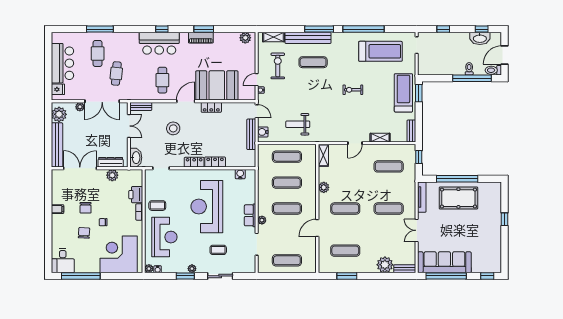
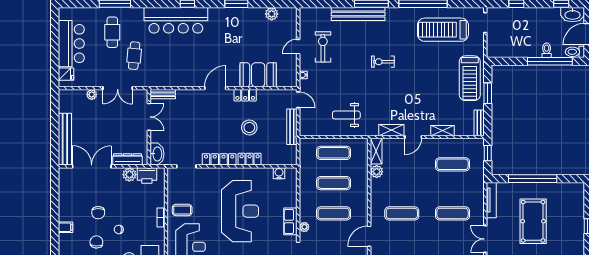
shelving: (273, 37) -> (391, 130), moved
piano: (201, 38) -> (233, 14), removed
plant: (245, 38) -> (272, 14), moved
washbasin: (480, 38) -> (573, 15), moved
bar counter: (159, 43) -> (176, 20), width x1.36
treadmill: (380, 51) -> (443, 30), turned 180
exercise mat: (313, 62) -> (364, 42), removed
cafe table: (162, 80) -> (188, 63), removed
door: (257, 80) -> (298, 47), moved
booth: (217, 85) -> (258, 75), width x0.73, depth x0.70
exercise bike: (353, 90) -> (383, 62), moved
treadmill: (403, 93) -> (470, 78), turned 180
window: (419, 93) -> (488, 93), moved
double door: (102, 101) -> (118, 88), width x0.73
plant: (59, 114) -> (67, 103), removed
stool: (173, 128) -> (249, 127), moved
water cooler: (263, 132) -> (305, 124), removed
locker: (194, 162) -> (219, 159), width x1.53
plant: (324, 187) -> (377, 172), moved
printer: (136, 195) -> (147, 176), moved, turned -90
pool table: (458, 198) -> (533, 221), moved, turned 90
reception desk: (207, 207) -> (240, 211), turned 180
filing cabinet: (58, 209) -> (66, 227), moved

